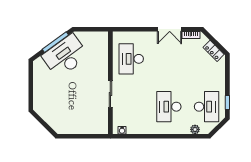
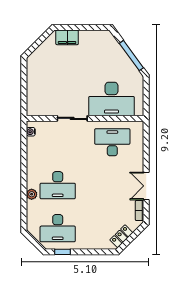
desk: (65, 56) -> (111, 99), moved, turned 126
filing cabinet: (39, 98) -> (67, 37), added
desk: (169, 107) -> (58, 185), turned 180
plant: (195, 129) -> (32, 194), moved

